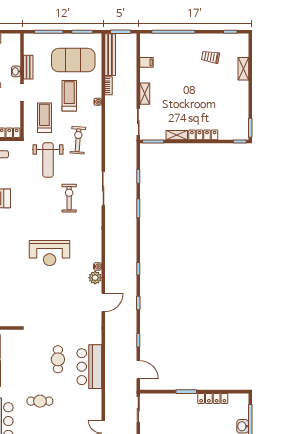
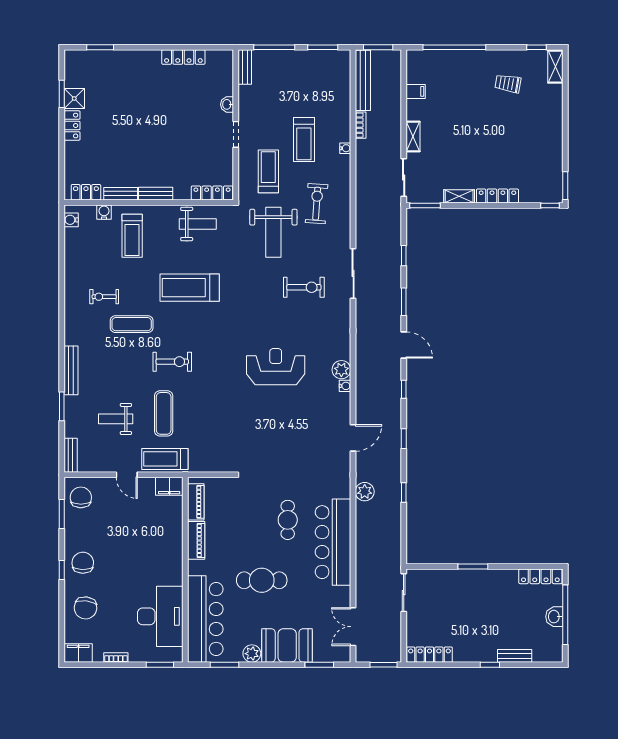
exercise mat: (73, 60) -> (310, 88), removed
bench: (28, 67) -> (245, 67), moved
shelving: (243, 69) -> (555, 67), moved
treadmill: (69, 96) -> (304, 139), turned 180
exercise bike: (69, 198) -> (304, 287), turned 90
reception desk: (50, 253) -> (276, 367), turned 180
plant: (95, 278) -> (341, 370), moved
plant: (111, 340) -> (365, 492), added
bar counter: (89, 367) -> (333, 542), width x1.36
door: (138, 370) -> (404, 345), moved
locker: (213, 398) -> (540, 576), moved
cafe table: (40, 401) -> (262, 580), width x1.37, depth x1.35

